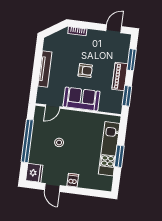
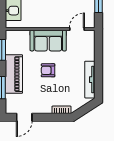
tv unit: (45, 69) -> (90, 80), moved
piano: (120, 76) -> (14, 74), width x1.37, depth x1.33

